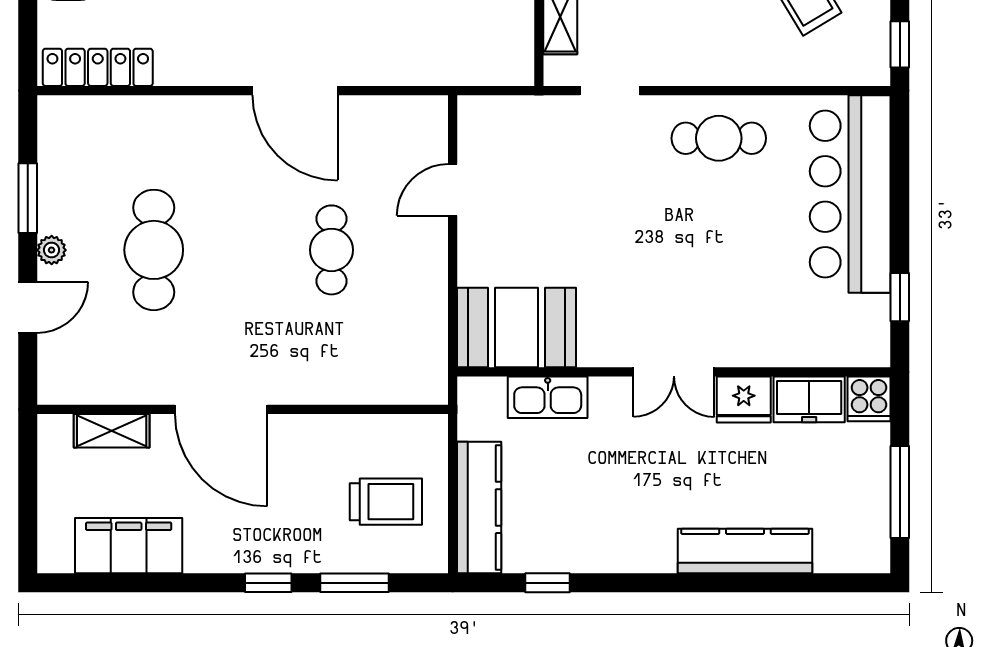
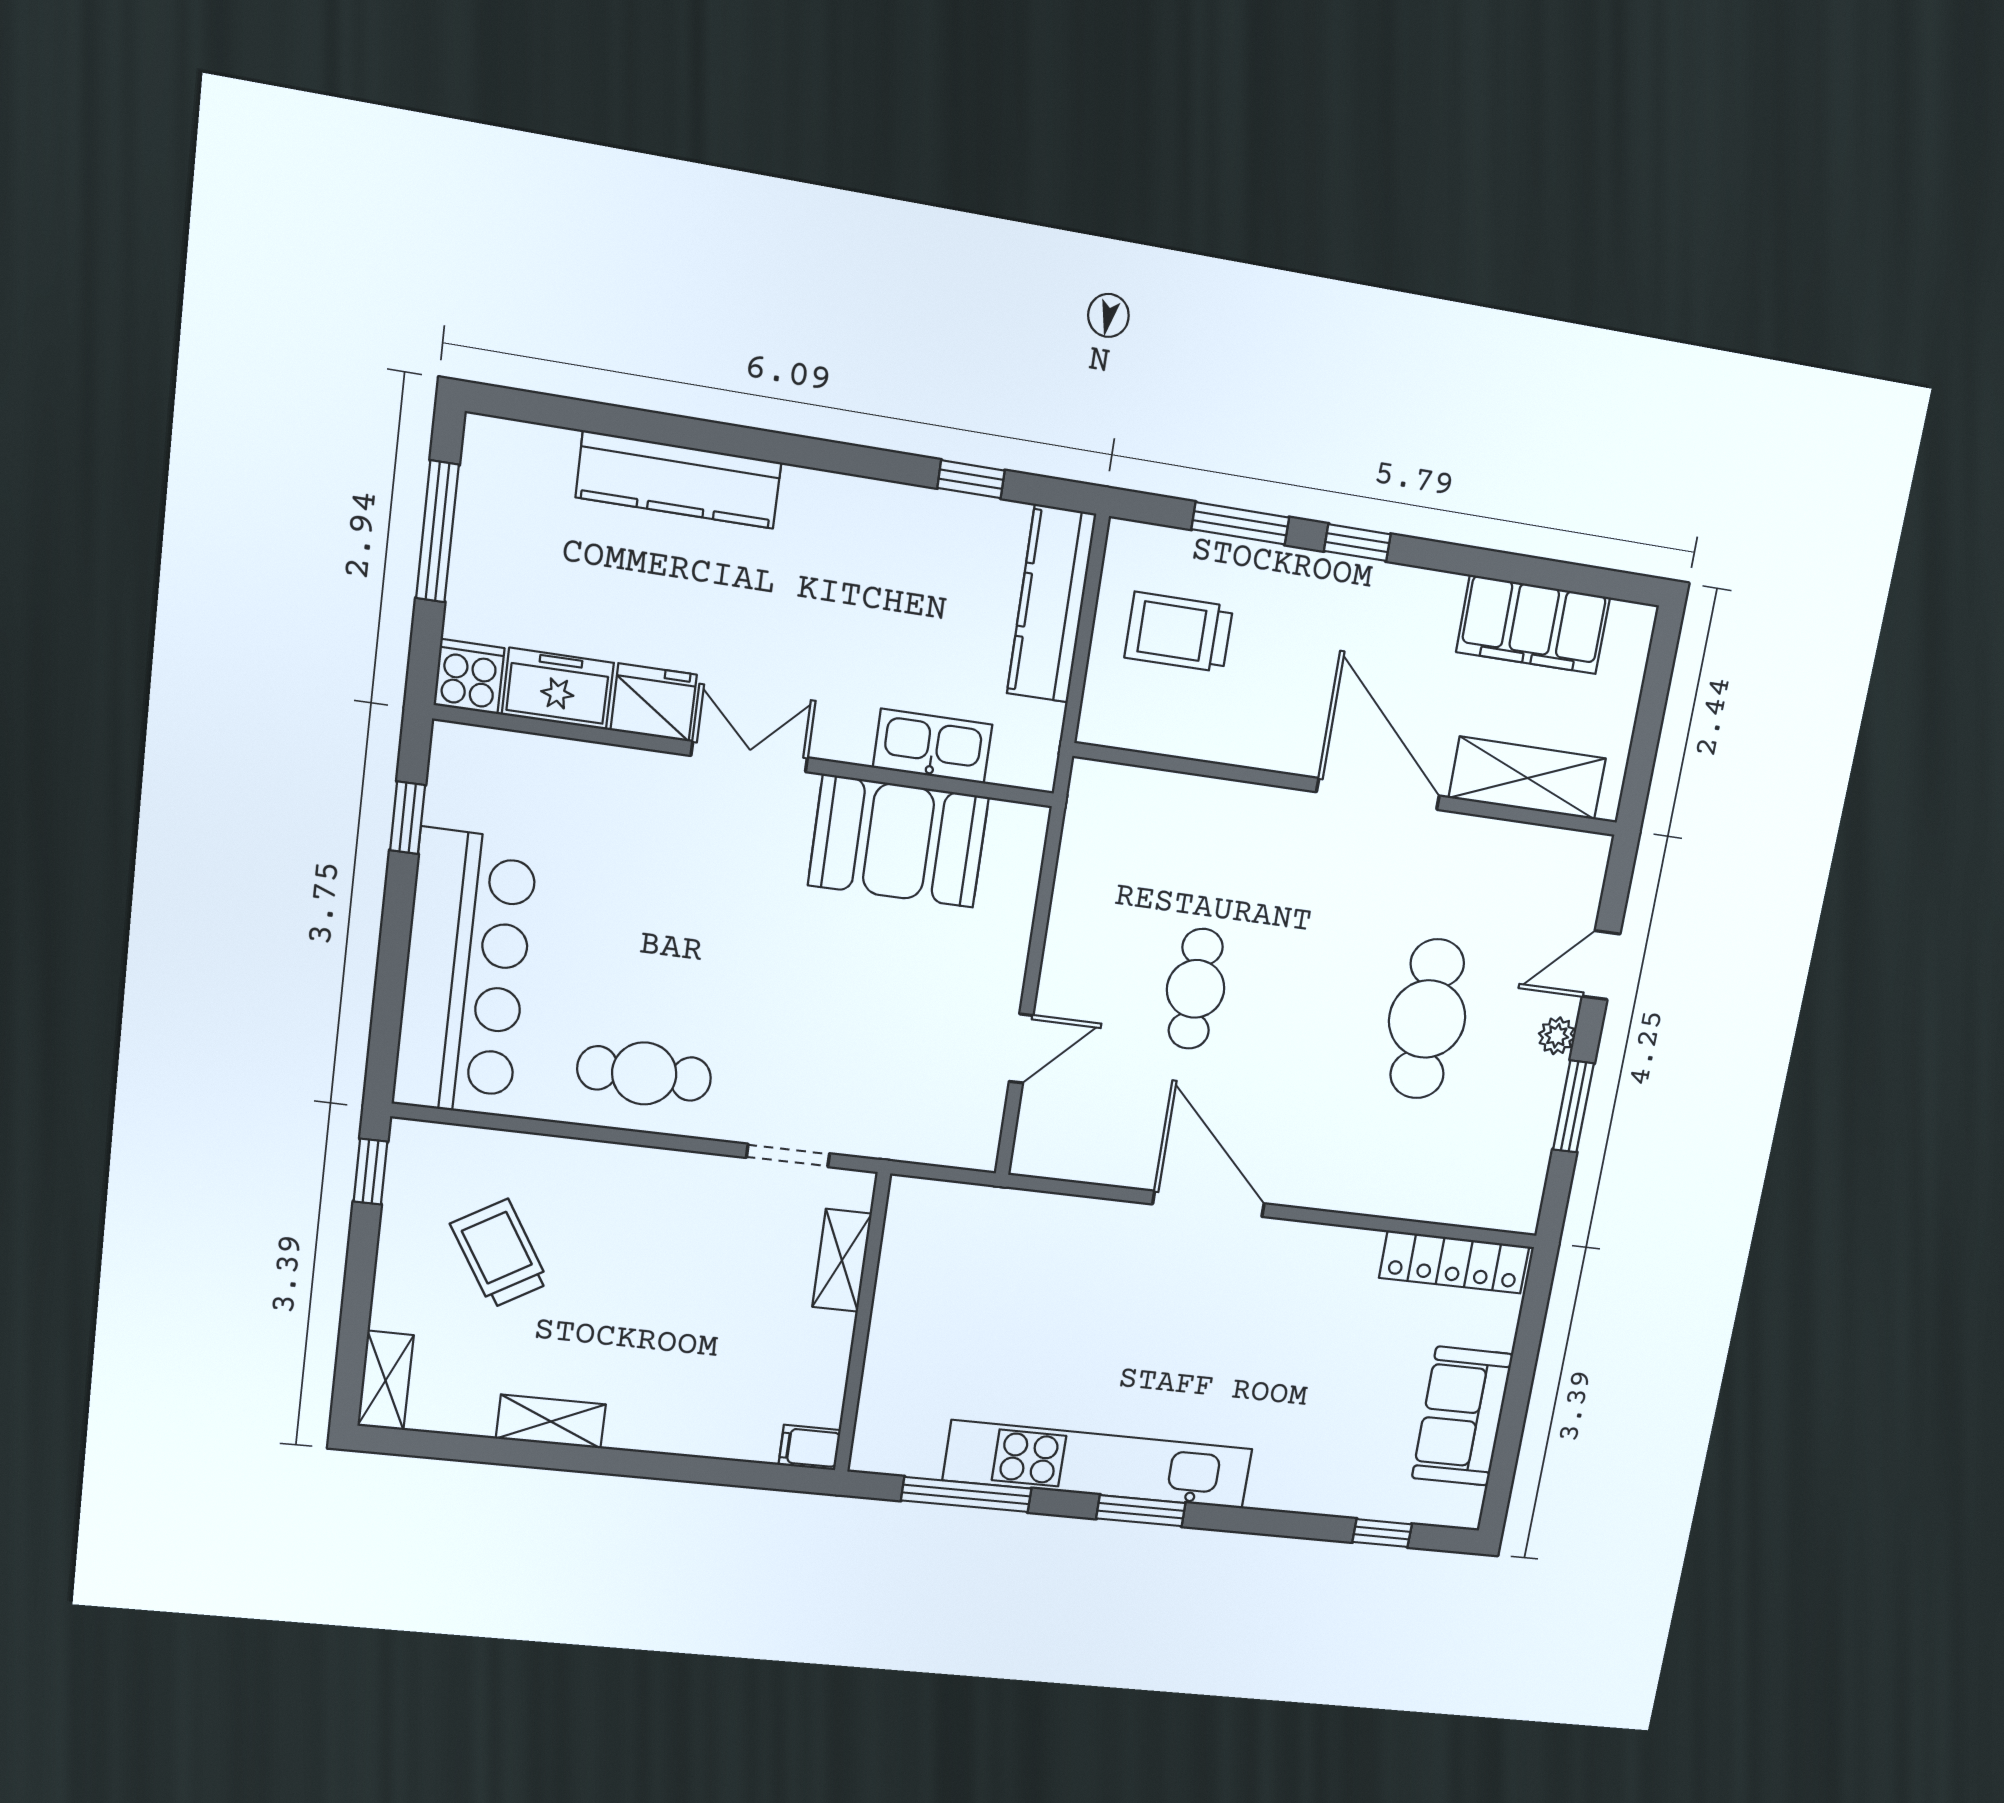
booth: (516, 327) -> (898, 841), moved
shelving: (112, 431) -> (1527, 778), width x1.50, depth x1.33

